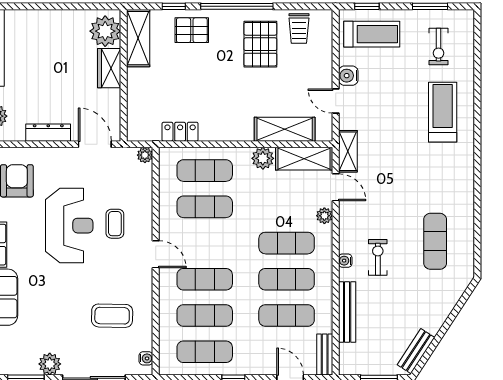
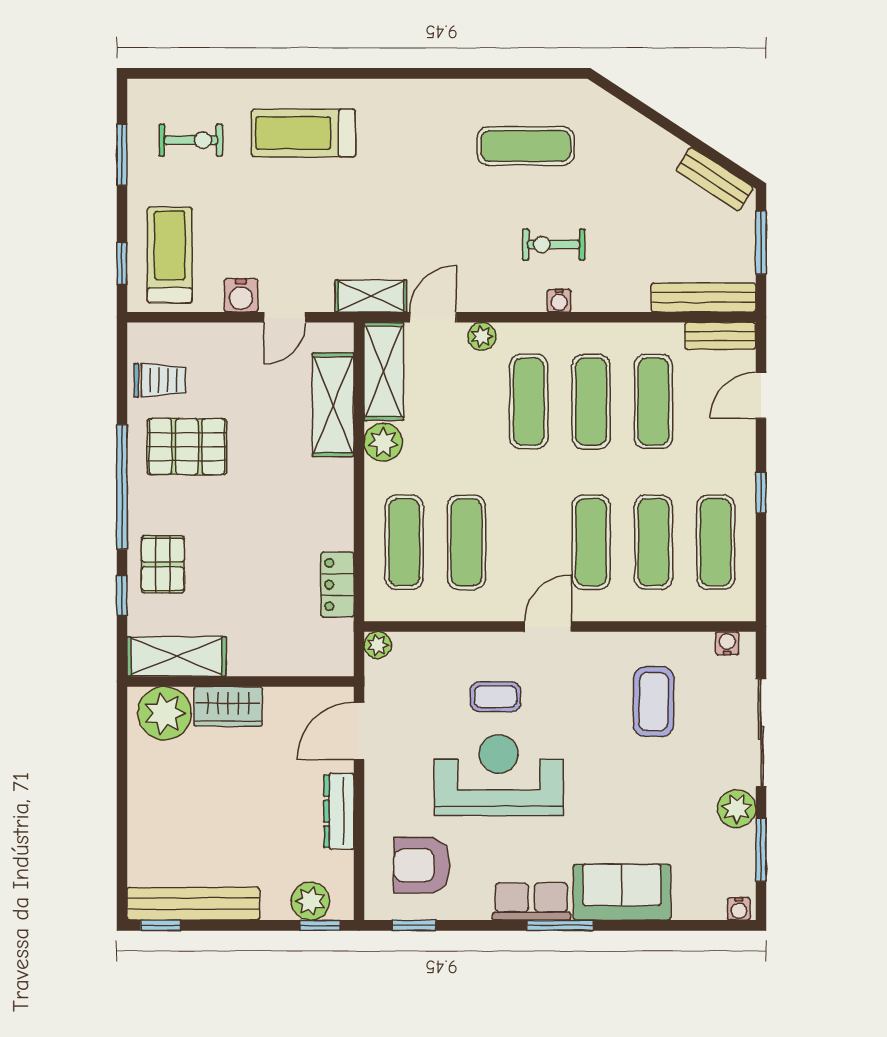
bench: (347, 312) -> (704, 298), moved

